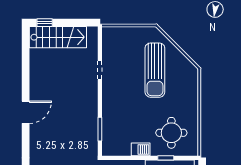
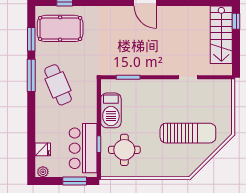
sun lounger: (155, 70) -> (188, 133), turned 180
barbecue: (141, 149) -> (111, 110), width x1.88, depth x1.53

